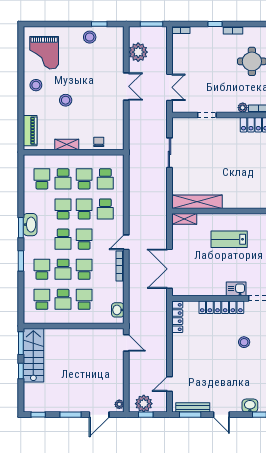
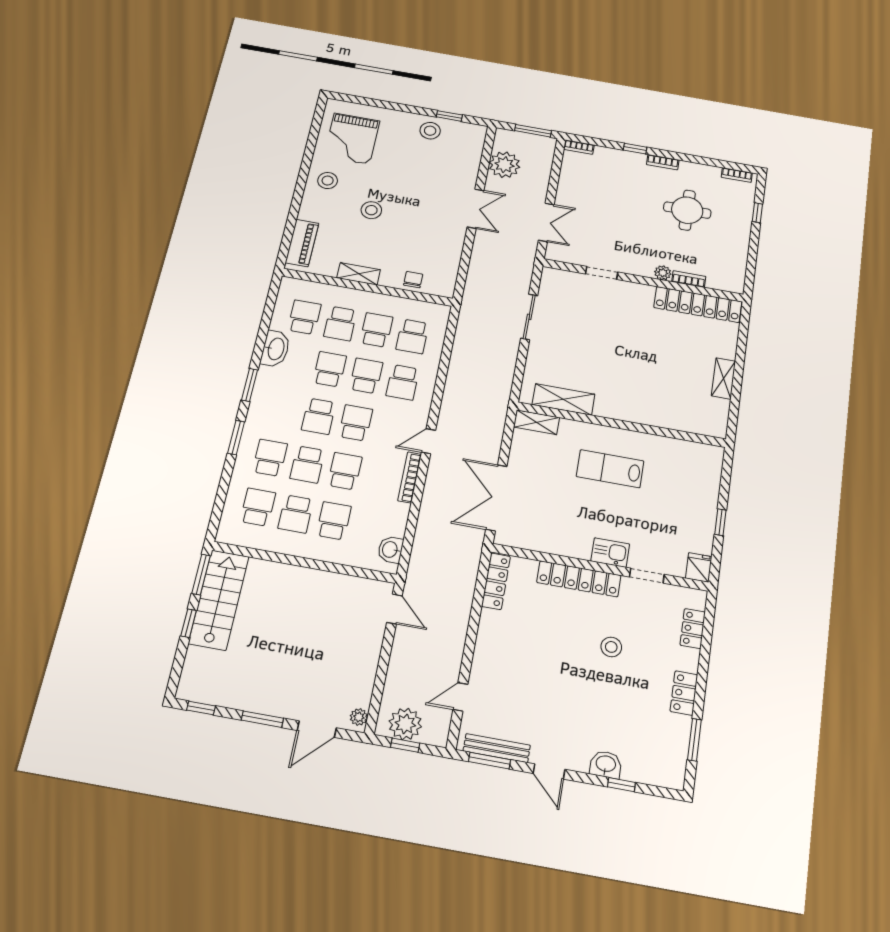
shelving: (197, 202) -> (563, 399), width x0.68
washbasin: (30, 225) -> (275, 349), moved

